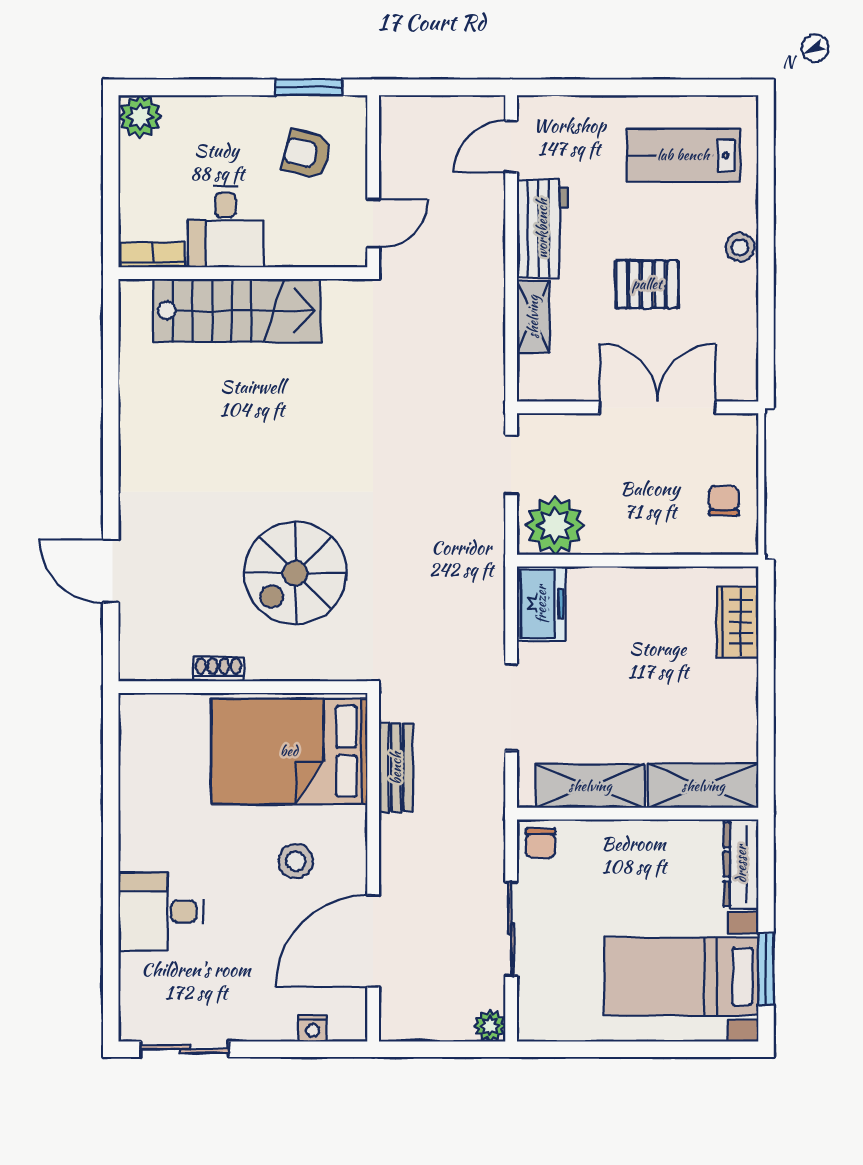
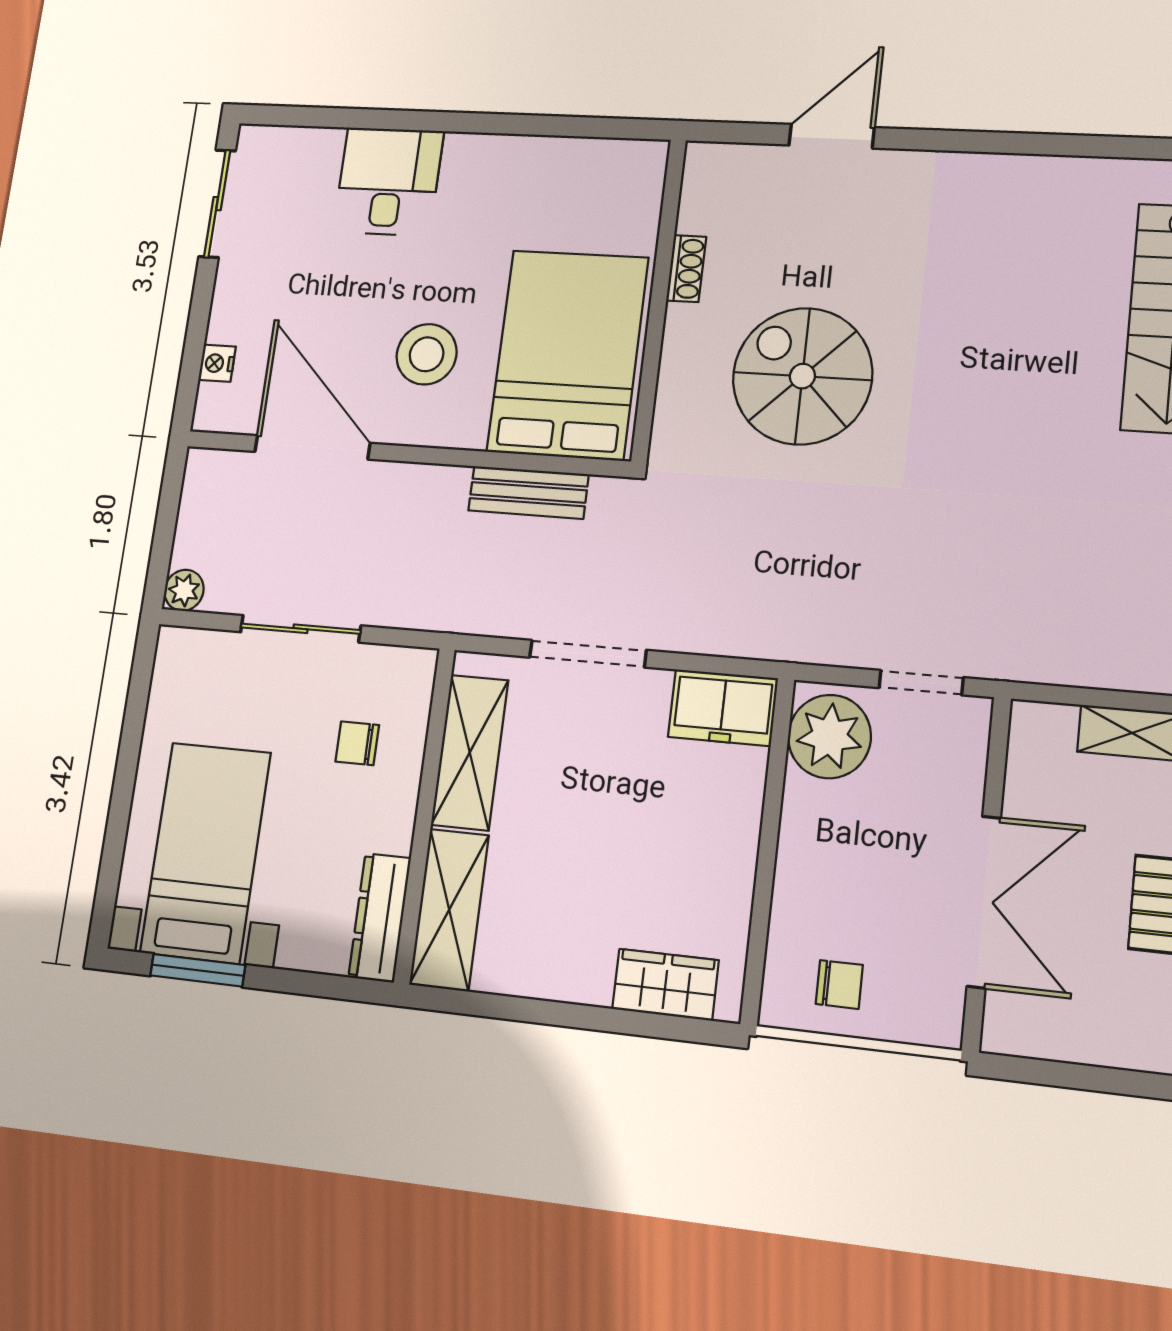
chair: (541, 843) -> (357, 743), moved
stool: (296, 861) -> (427, 354), width x1.38, depth x1.38
dresser: (741, 864) -> (380, 918), moved, turned -90

